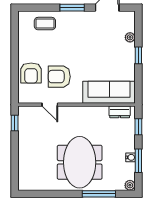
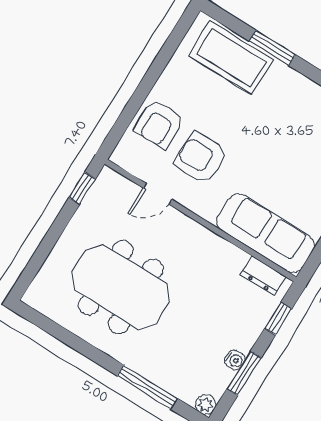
window: (72, 8) -> (272, 48), moved
coffee table: (45, 24) -> (231, 58), width x1.86, depth x1.72
door: (50, 105) -> (158, 194), hinge flipped
meeting table: (80, 162) -> (121, 287), moved, turned 90

